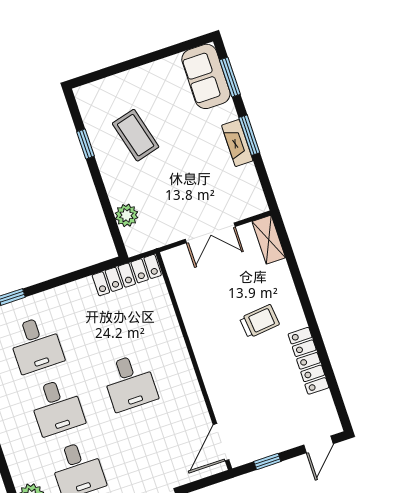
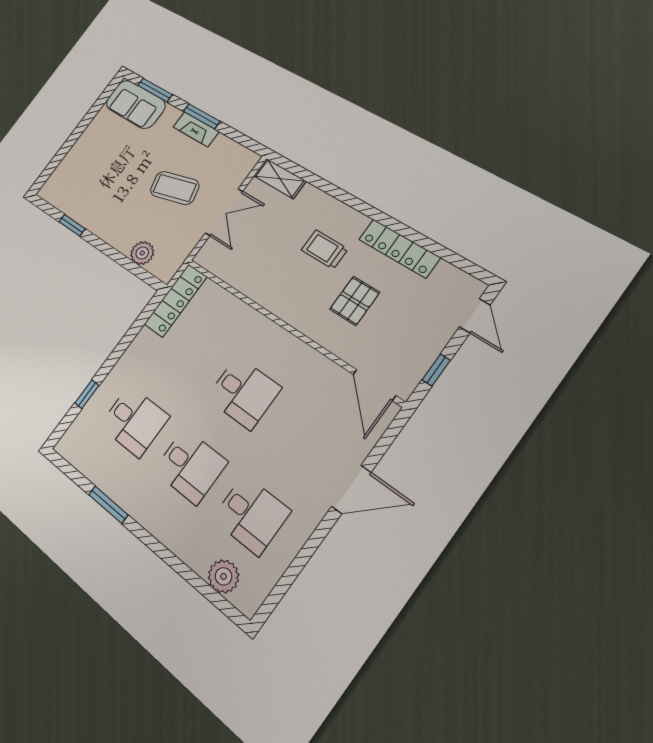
coffee table: (136, 135) -> (175, 188), moved
trolley: (259, 321) -> (325, 249), turned -84
pallet: (252, 375) -> (355, 301), added

